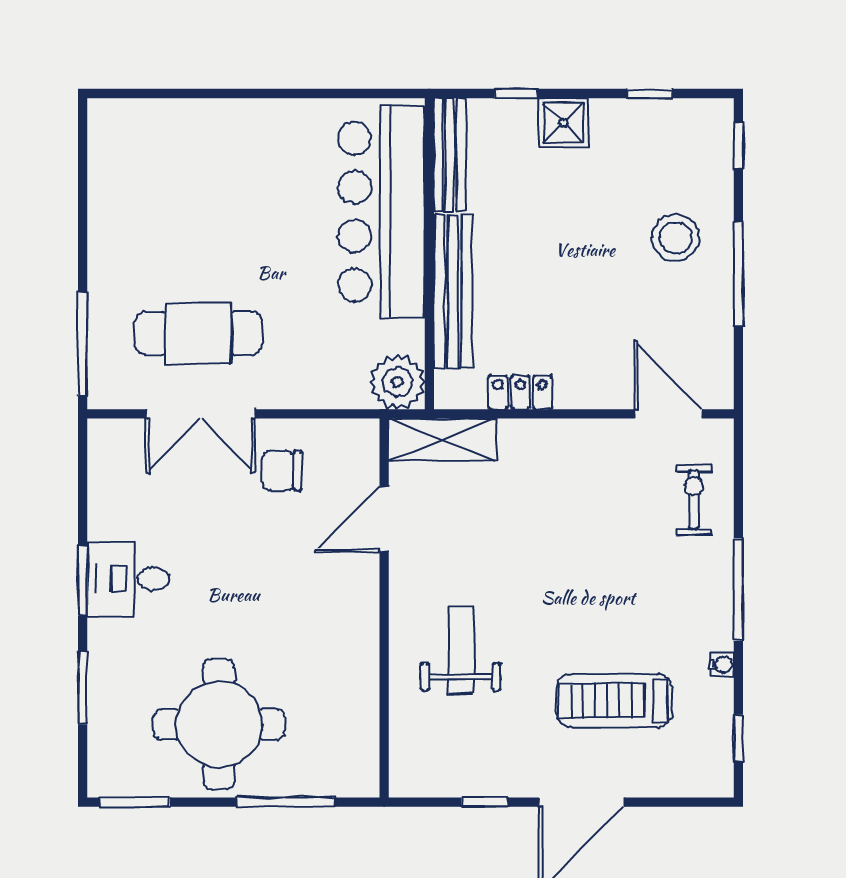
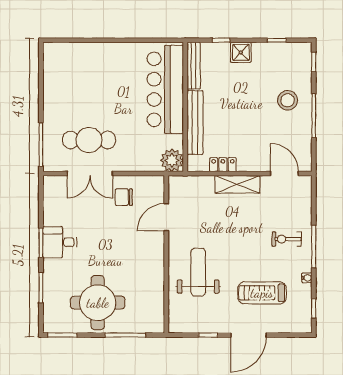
shelving: (442, 440) -> (237, 184), moved
exercise bike: (694, 500) -> (287, 239), moved, turned -90
weight bench: (461, 651) -> (198, 272), width x1.36, depth x1.33

